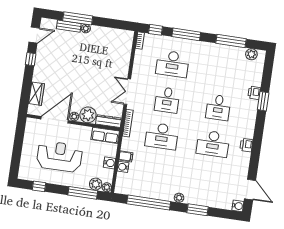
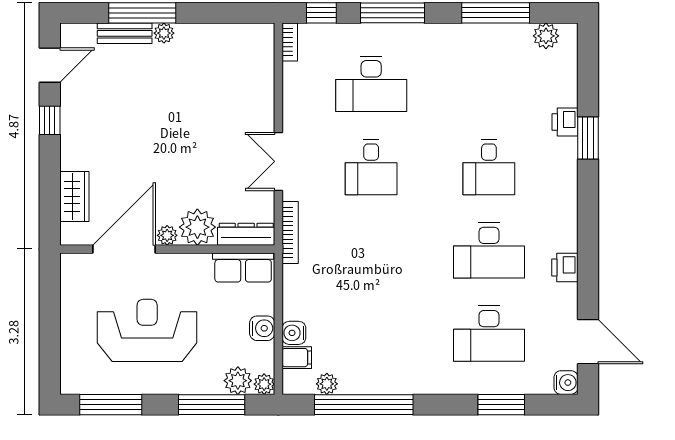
desk: (162, 136) -> (489, 334), moved
printer: (246, 145) -> (565, 267), moved
filing cabinet: (126, 156) -> (297, 358), moved
window: (39, 186) -> (111, 405), width x2.17
plant: (179, 198) -> (327, 384), moved
window: (198, 210) -> (501, 405), moved

